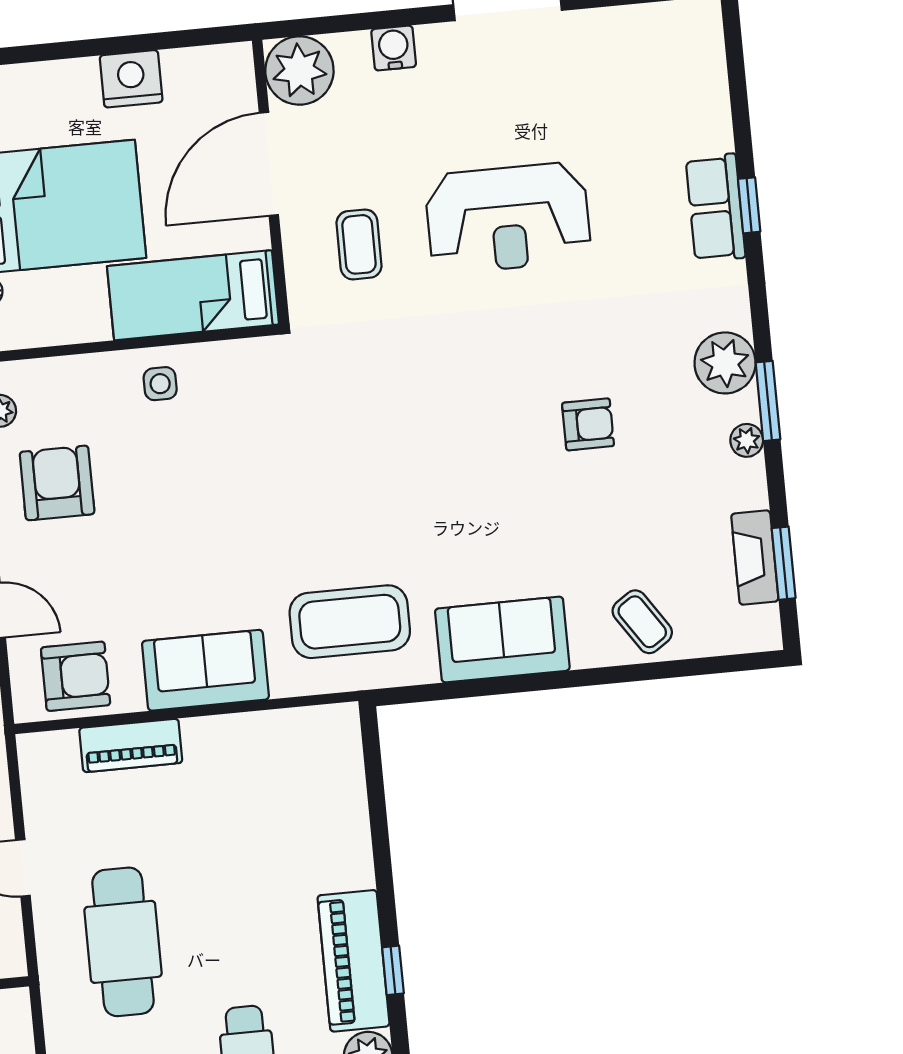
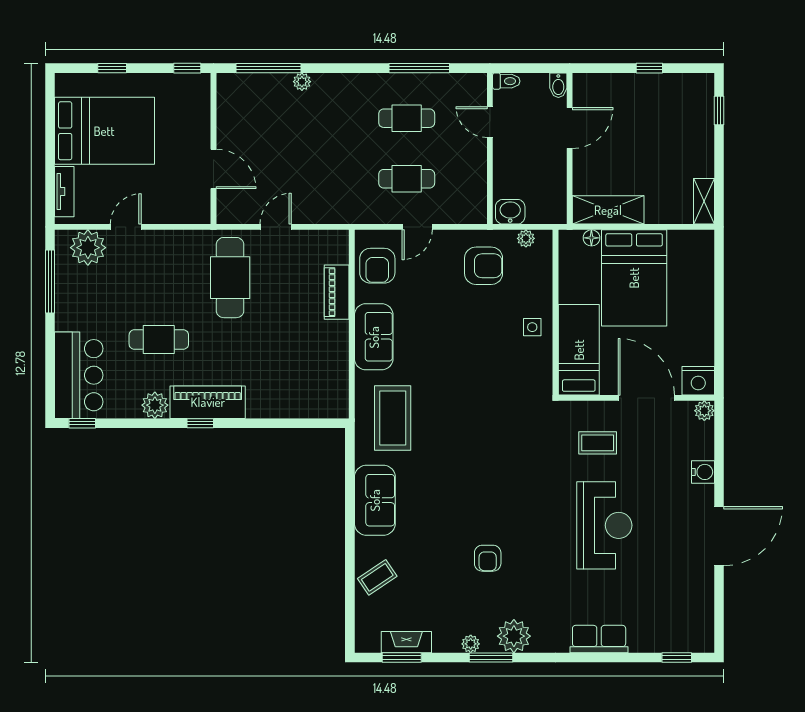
plant: (299, 71) -> (704, 411), width x0.53, depth x0.53
nightstand: (131, 79) -> (698, 381), moved, turned 90
window: (749, 205) -> (677, 657), moved
reception desk: (508, 218) -> (604, 525), turned 180
cafe table: (123, 942) -> (230, 278), turned 90

